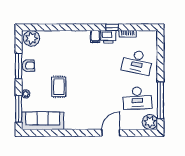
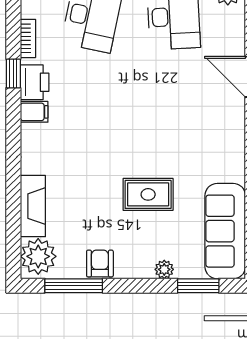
fireplace: (54, 36) -> (33, 206), added
window: (19, 66) -> (74, 286), moved
window: (19, 109) -> (198, 286), width x0.69

